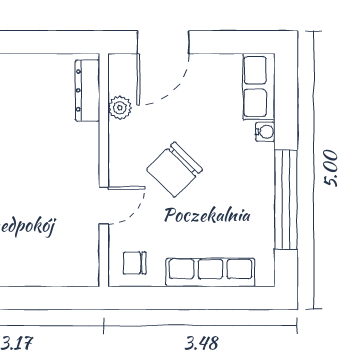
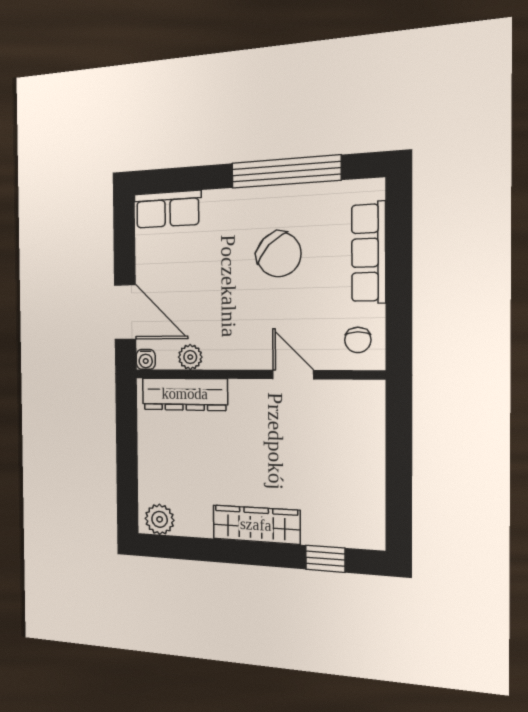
dresser: (88, 90) -> (185, 394), width x1.37, depth x1.24
water cooler: (265, 132) -> (146, 359), moved, turned 180
chair: (175, 170) -> (279, 254), moved

